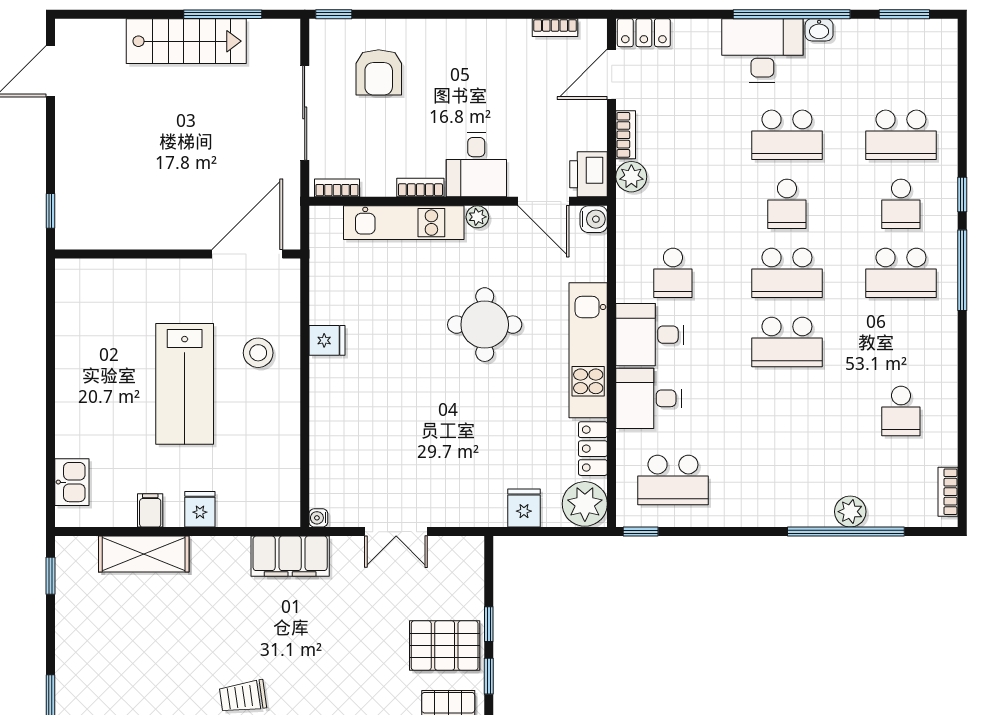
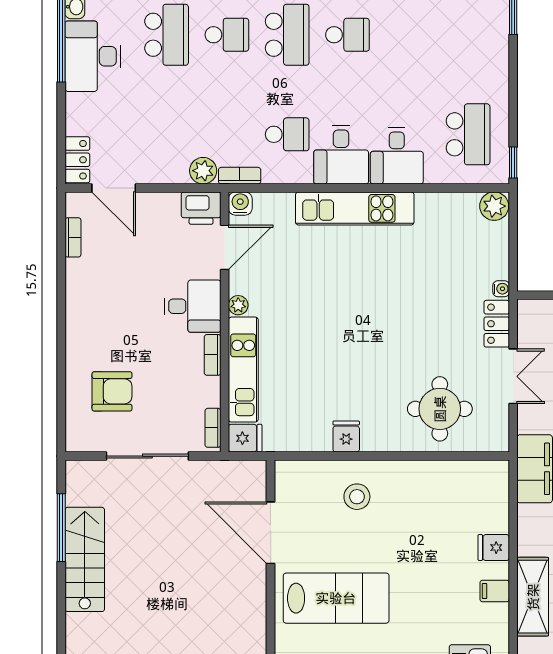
window: (334, 14) -> (61, 431), removed
bookcase: (626, 135) -> (240, 176), moved
door: (247, 254) -> (271, 533), moved
round table: (485, 325) -> (440, 409), moved
school desk: (787, 342) -> (347, 35), width x0.54
lab bench: (185, 384) -> (336, 598), moved
locker: (593, 449) -> (497, 324), moved, turned 90
plant: (585, 504) -> (494, 206), width x0.73, depth x0.73
fridge: (524, 508) -> (245, 438), moved, turned 180
water cooler: (318, 518) -> (501, 289), moved, turned -90

